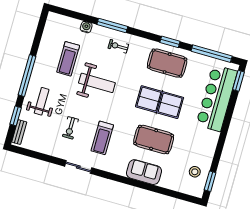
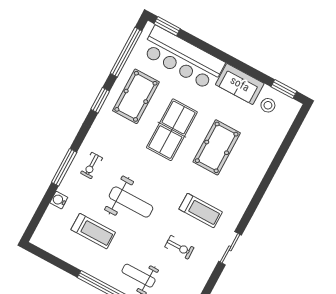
pool table: (167, 63) -> (136, 96), moved
weight bench: (97, 83) -> (131, 202), turned 90
sofa: (144, 172) -> (240, 84), moved, turned -90

